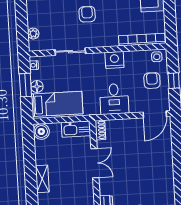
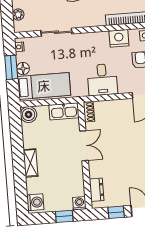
nightstand: (114, 60) -> (119, 38), moved

